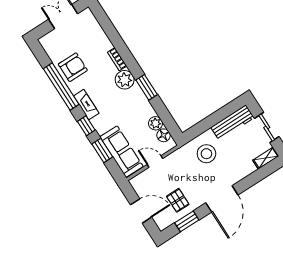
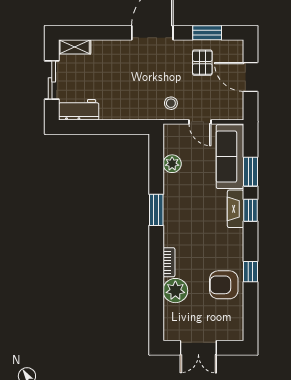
plant: (125, 80) -> (175, 291), moved
window: (61, 87) -> (250, 272), width x0.32
fireplace: (86, 105) -> (236, 209), moved
workbench: (233, 123) -> (79, 110), width x0.73
floor lamp: (164, 135) -> (172, 145), removed
stool: (206, 154) -> (171, 103), moved, width x0.53, depth x0.53

